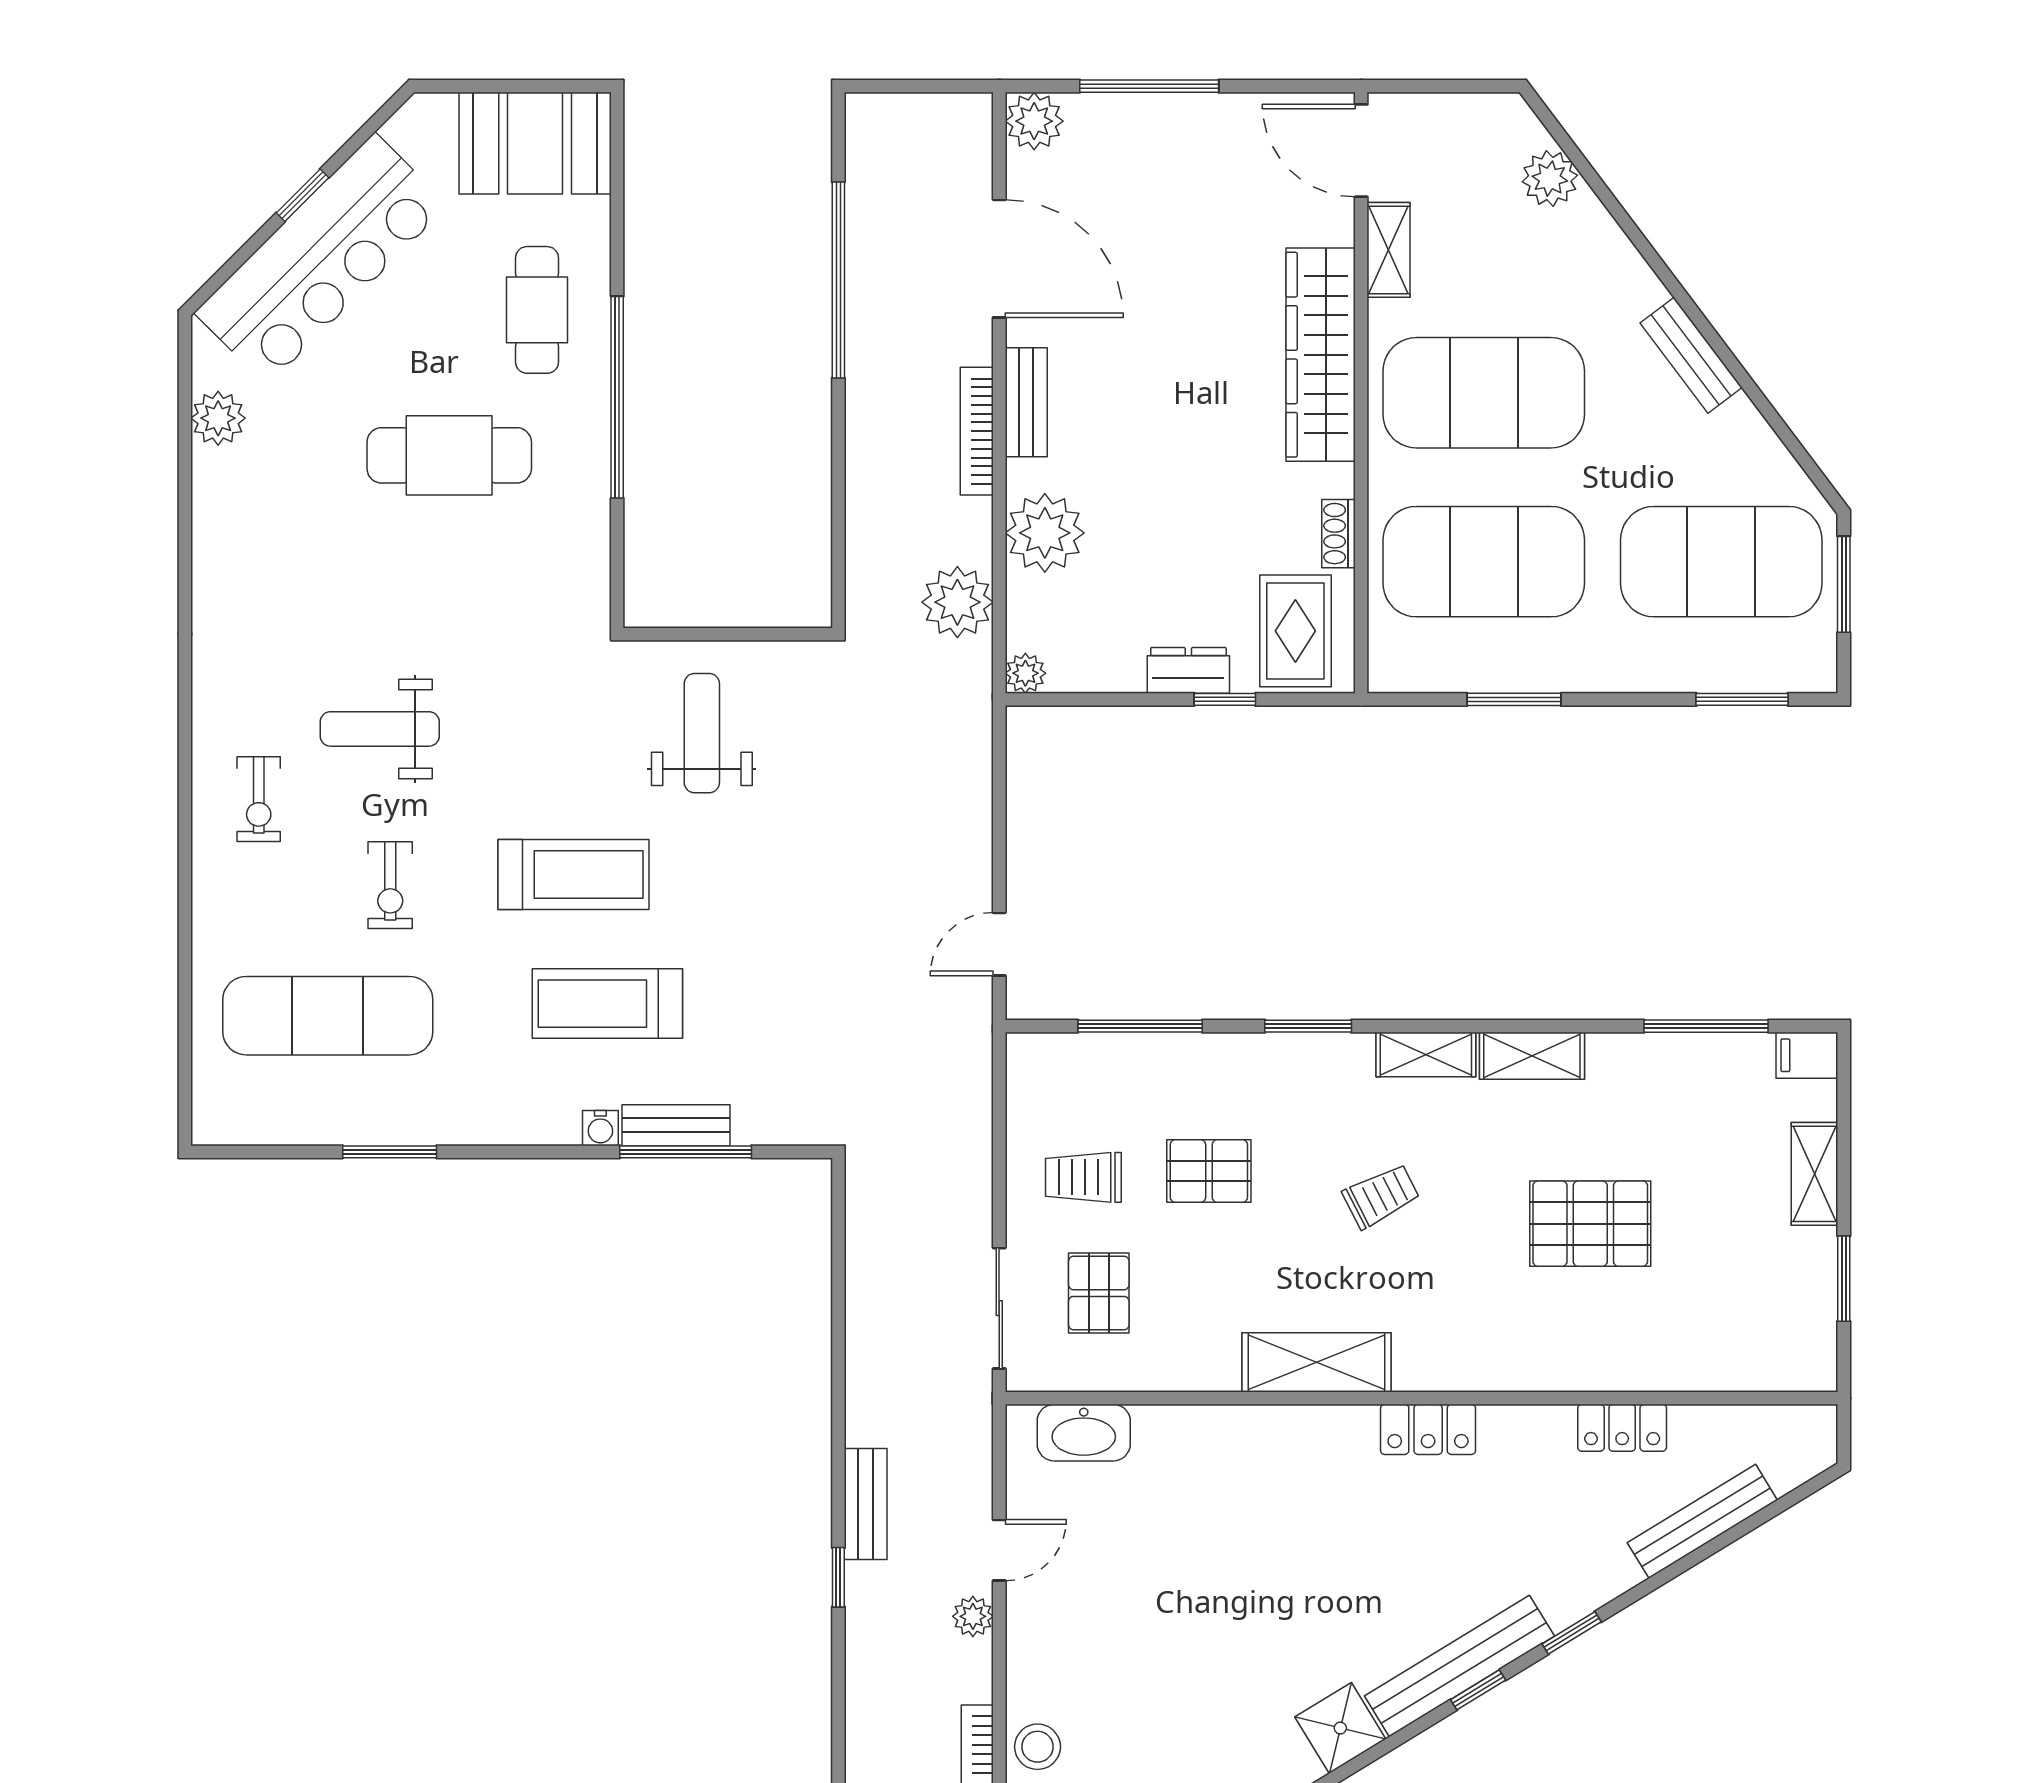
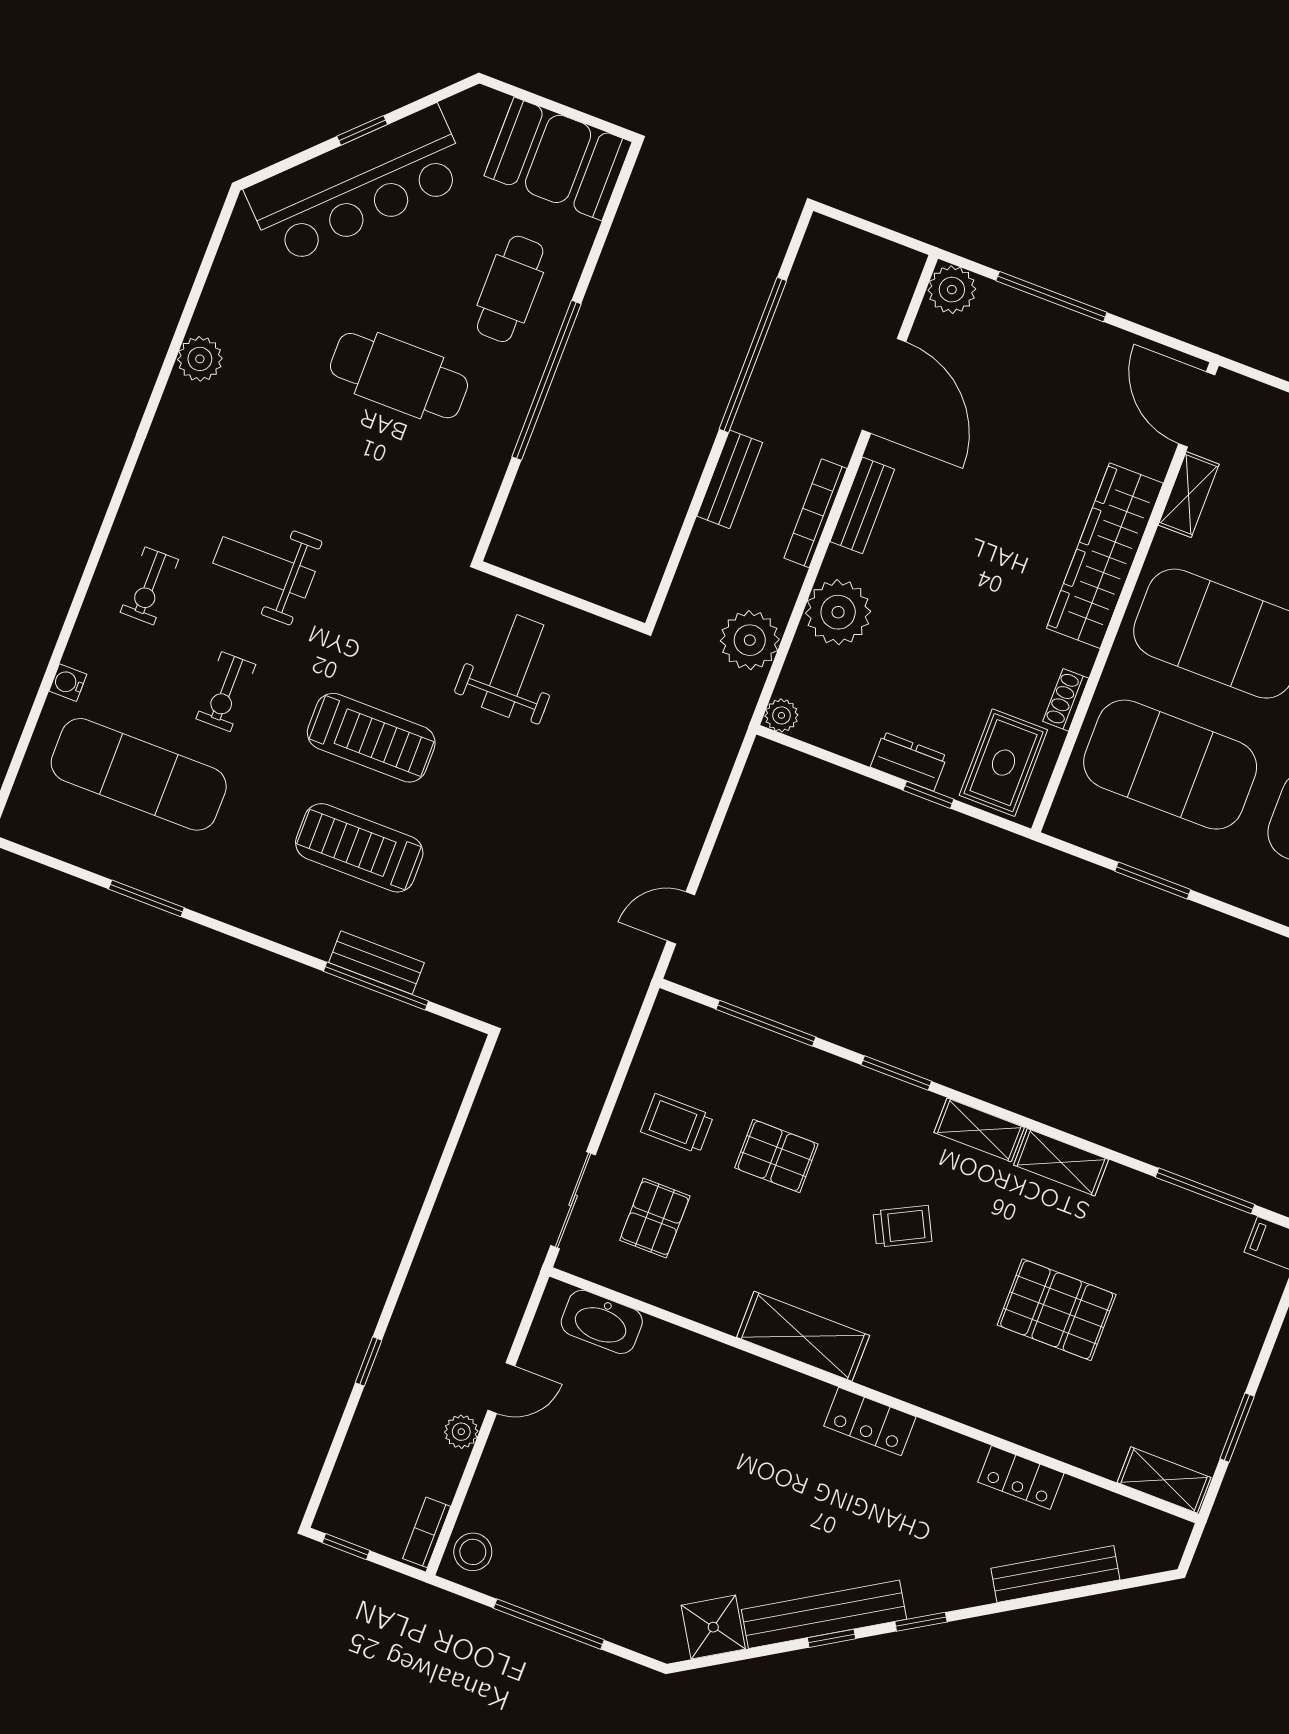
plant: (218, 418) -> (200, 359), moved
water cooler: (600, 1128) -> (68, 683), moved, turned 90
shelving: (1815, 1174) -> (1164, 1480), moved, turned 90
bench: (866, 1504) -> (730, 479), moved

